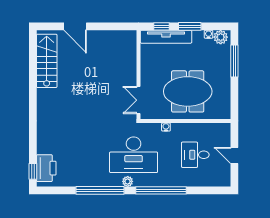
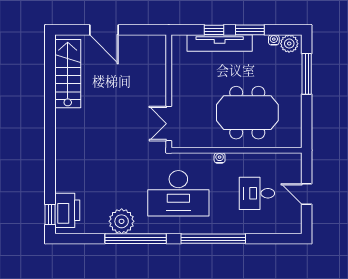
wall: (139, 75) -> (169, 91), moved
double door: (139, 100) -> (169, 124), moved
plant: (128, 181) -> (122, 221), moved, width x1.88, depth x1.88

